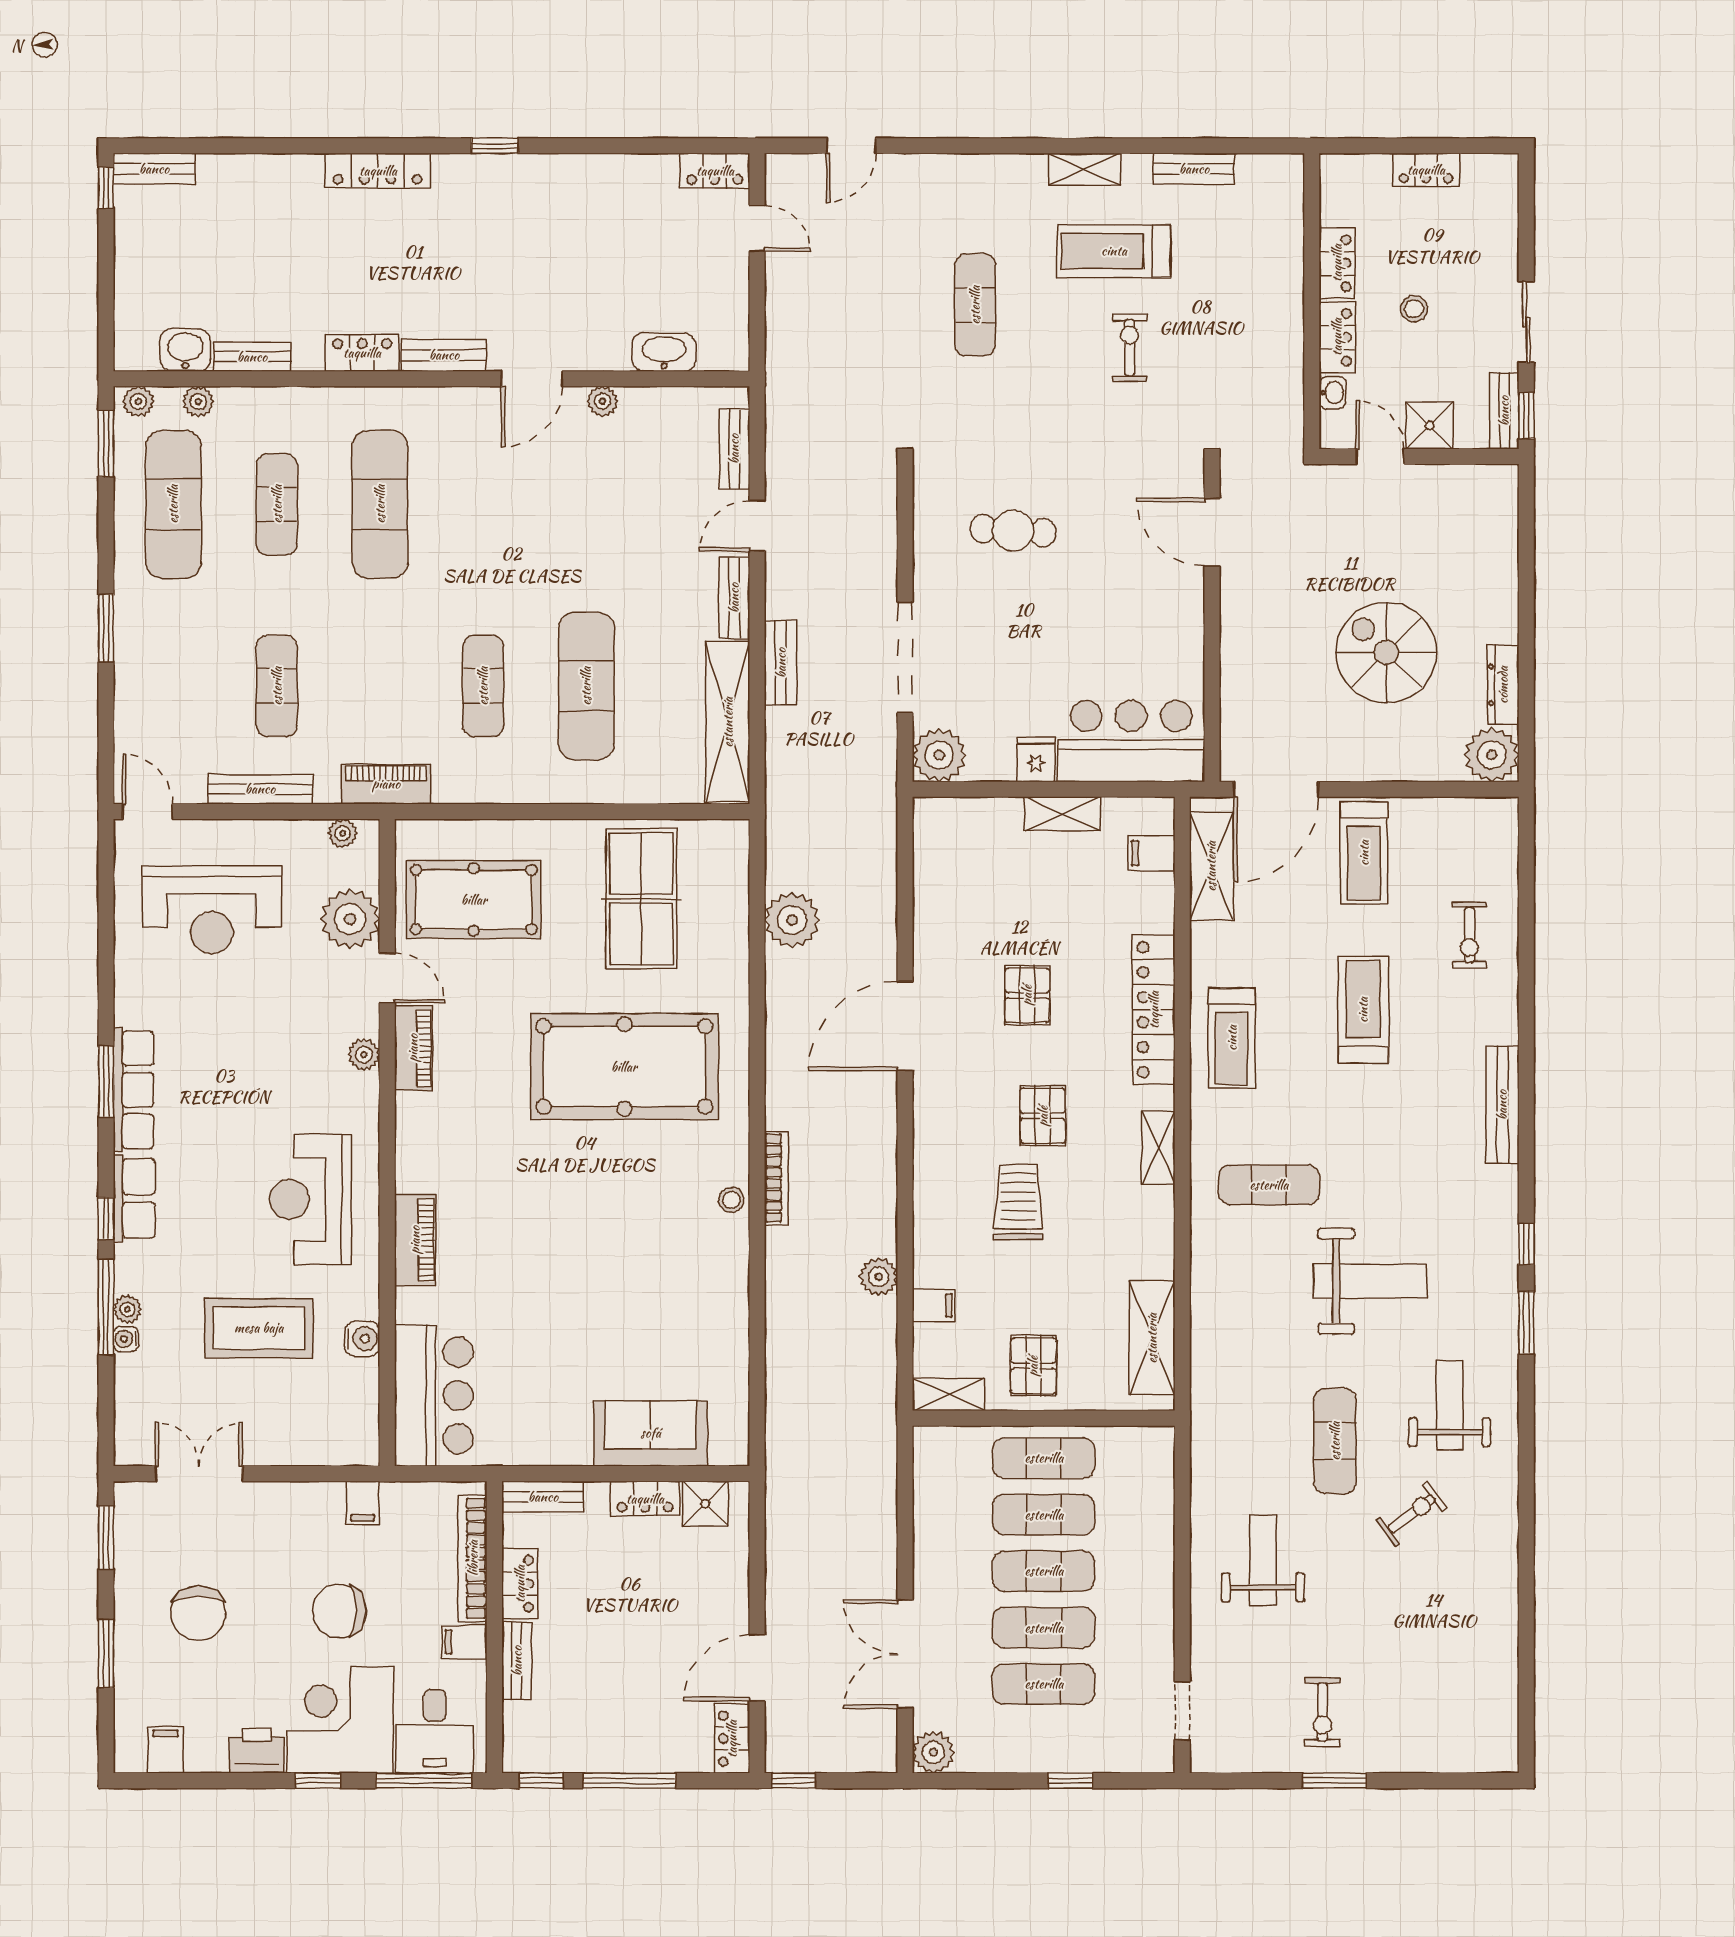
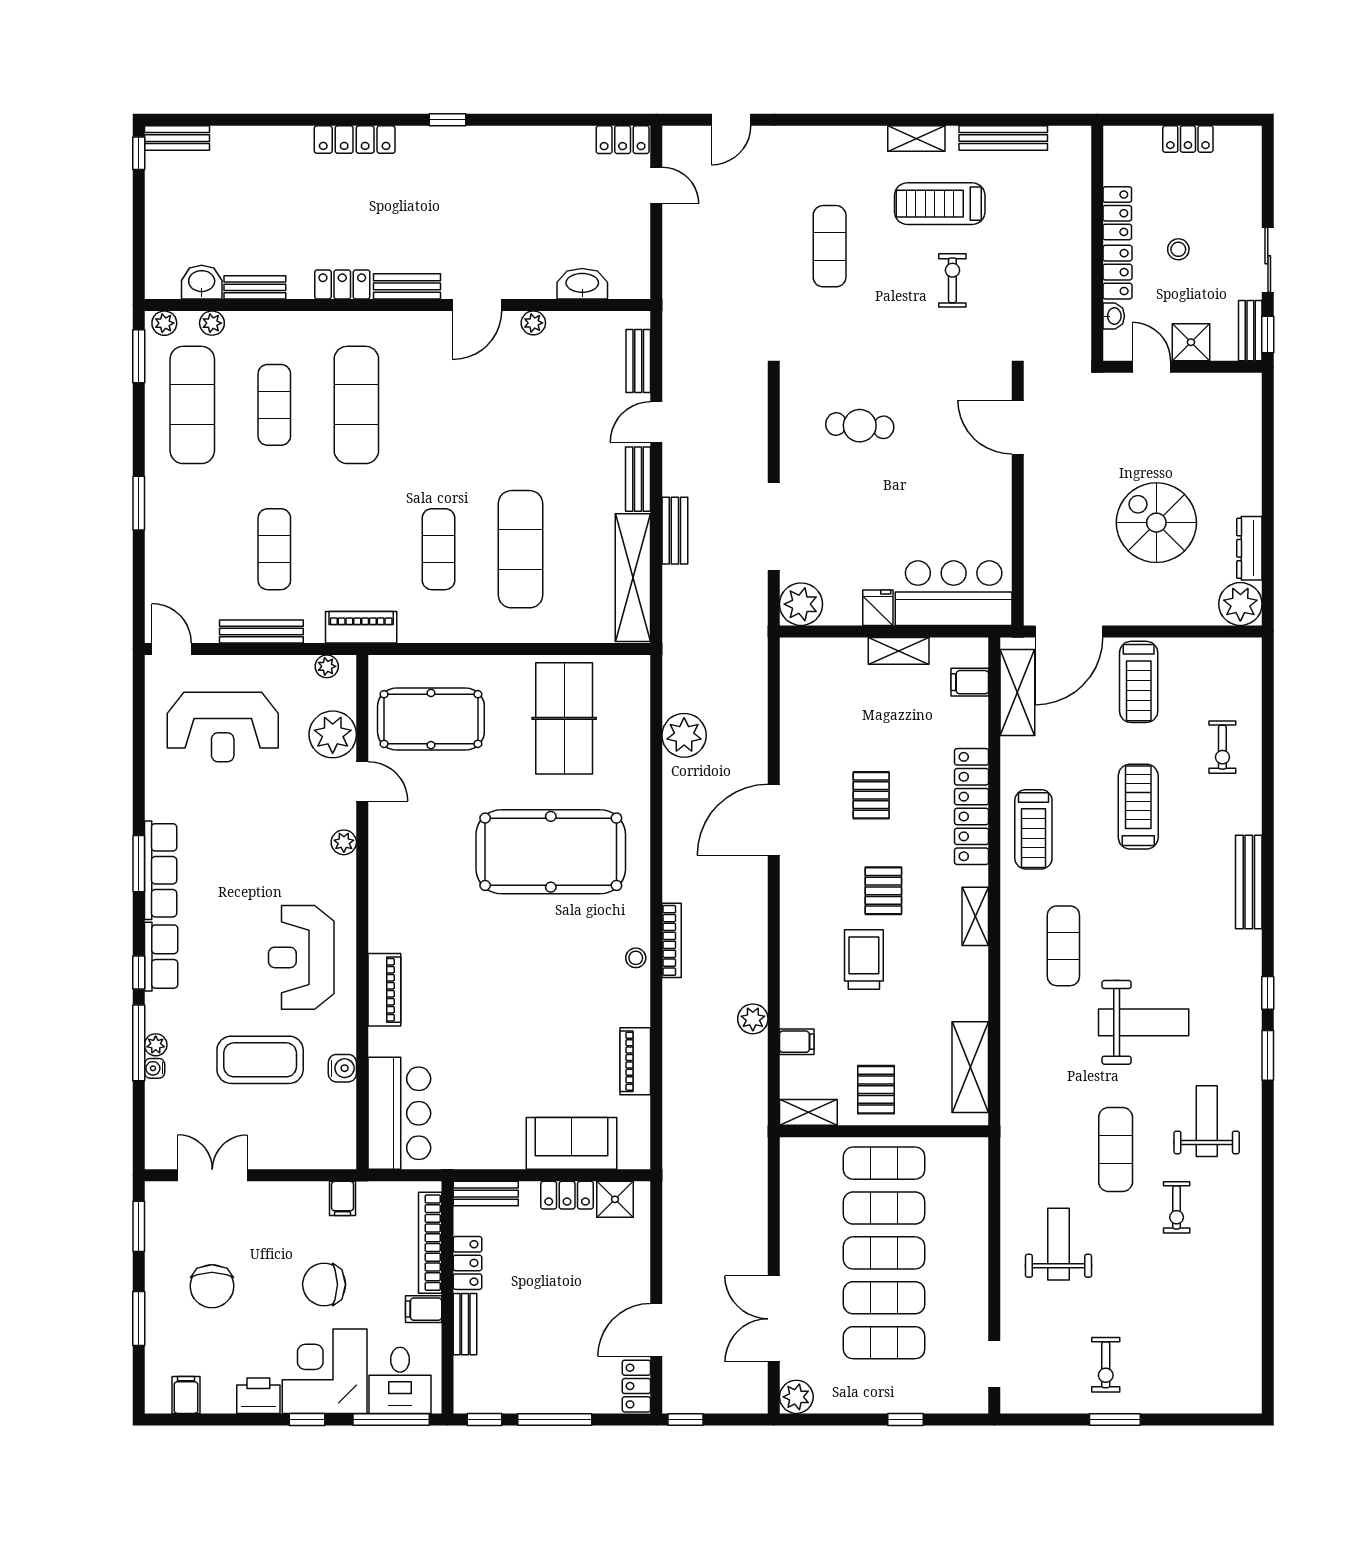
bench: (1194, 169) -> (1003, 138), width x1.36
piano: (413, 1048) -> (635, 1061), moved, turned 180
exercise mat: (1269, 1185) -> (1063, 946), turned 90
exercise bike: (1412, 1514) -> (1177, 1207), turned 127

